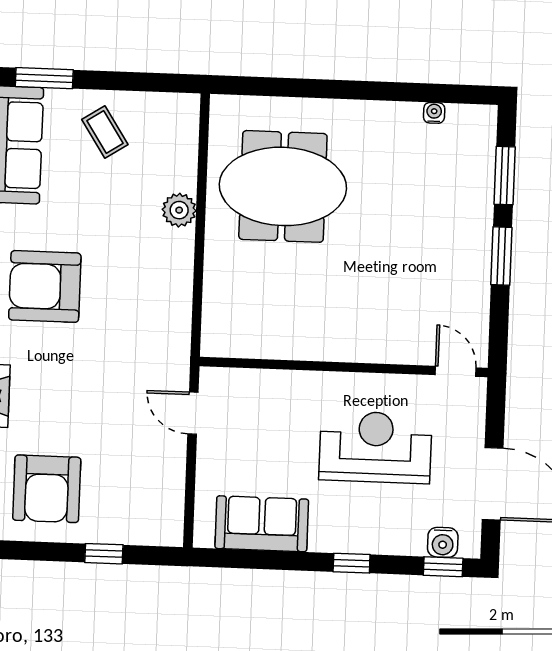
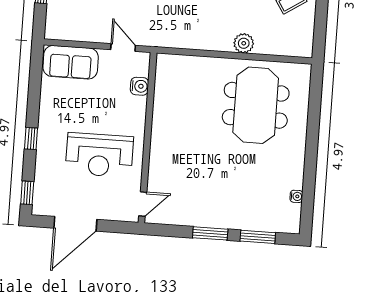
door: (193, 413) -> (123, 47), hinge flipped
reception desk: (375, 447) -> (99, 155), turned 90
sofa: (262, 524) -> (71, 62), moved, turned 90
water cooler: (443, 542) -> (140, 86), moved, turned 180

